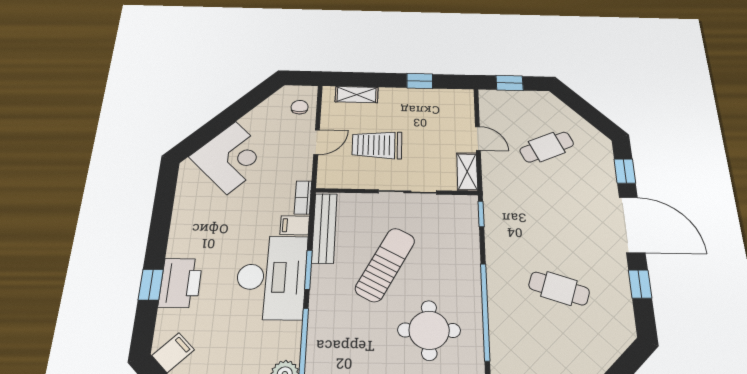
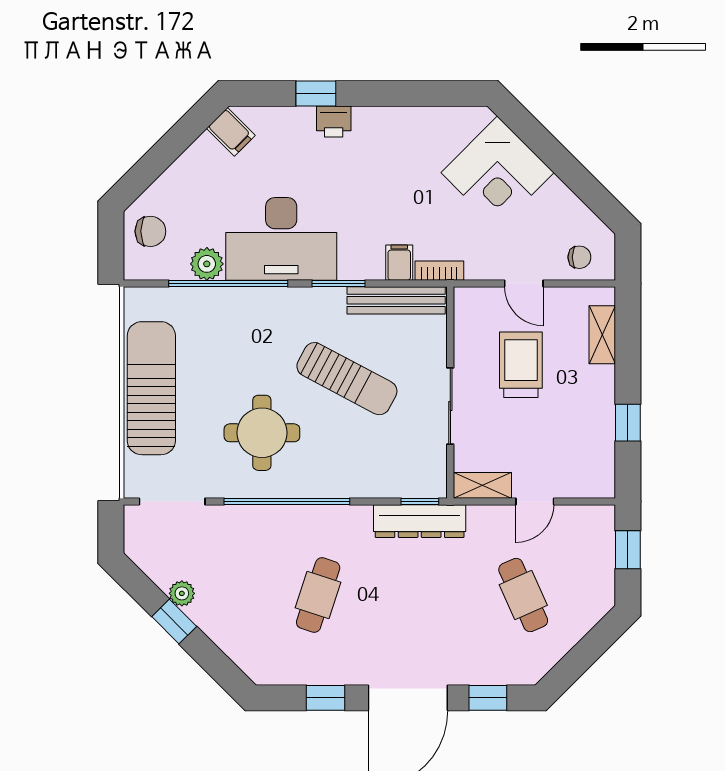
dresser: (496, 214) -> (420, 521), added
desk: (272, 277) -> (281, 239), moved
printer: (181, 283) -> (334, 122), width x0.53, depth x0.68

